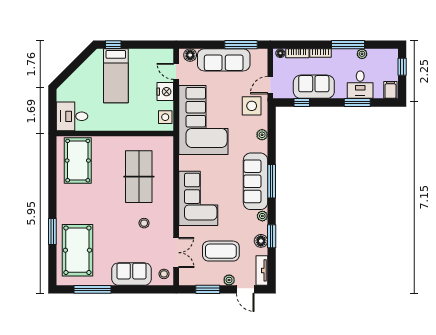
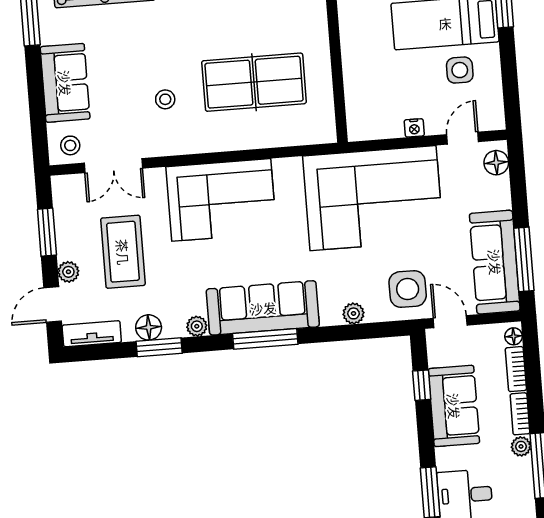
plant: (362, 54) -> (521, 446), moved
sofa: (224, 60) -> (495, 262), moved
nightstand: (165, 92) -> (414, 128), width x0.53, depth x0.56
side table: (165, 117) -> (460, 70), moved

